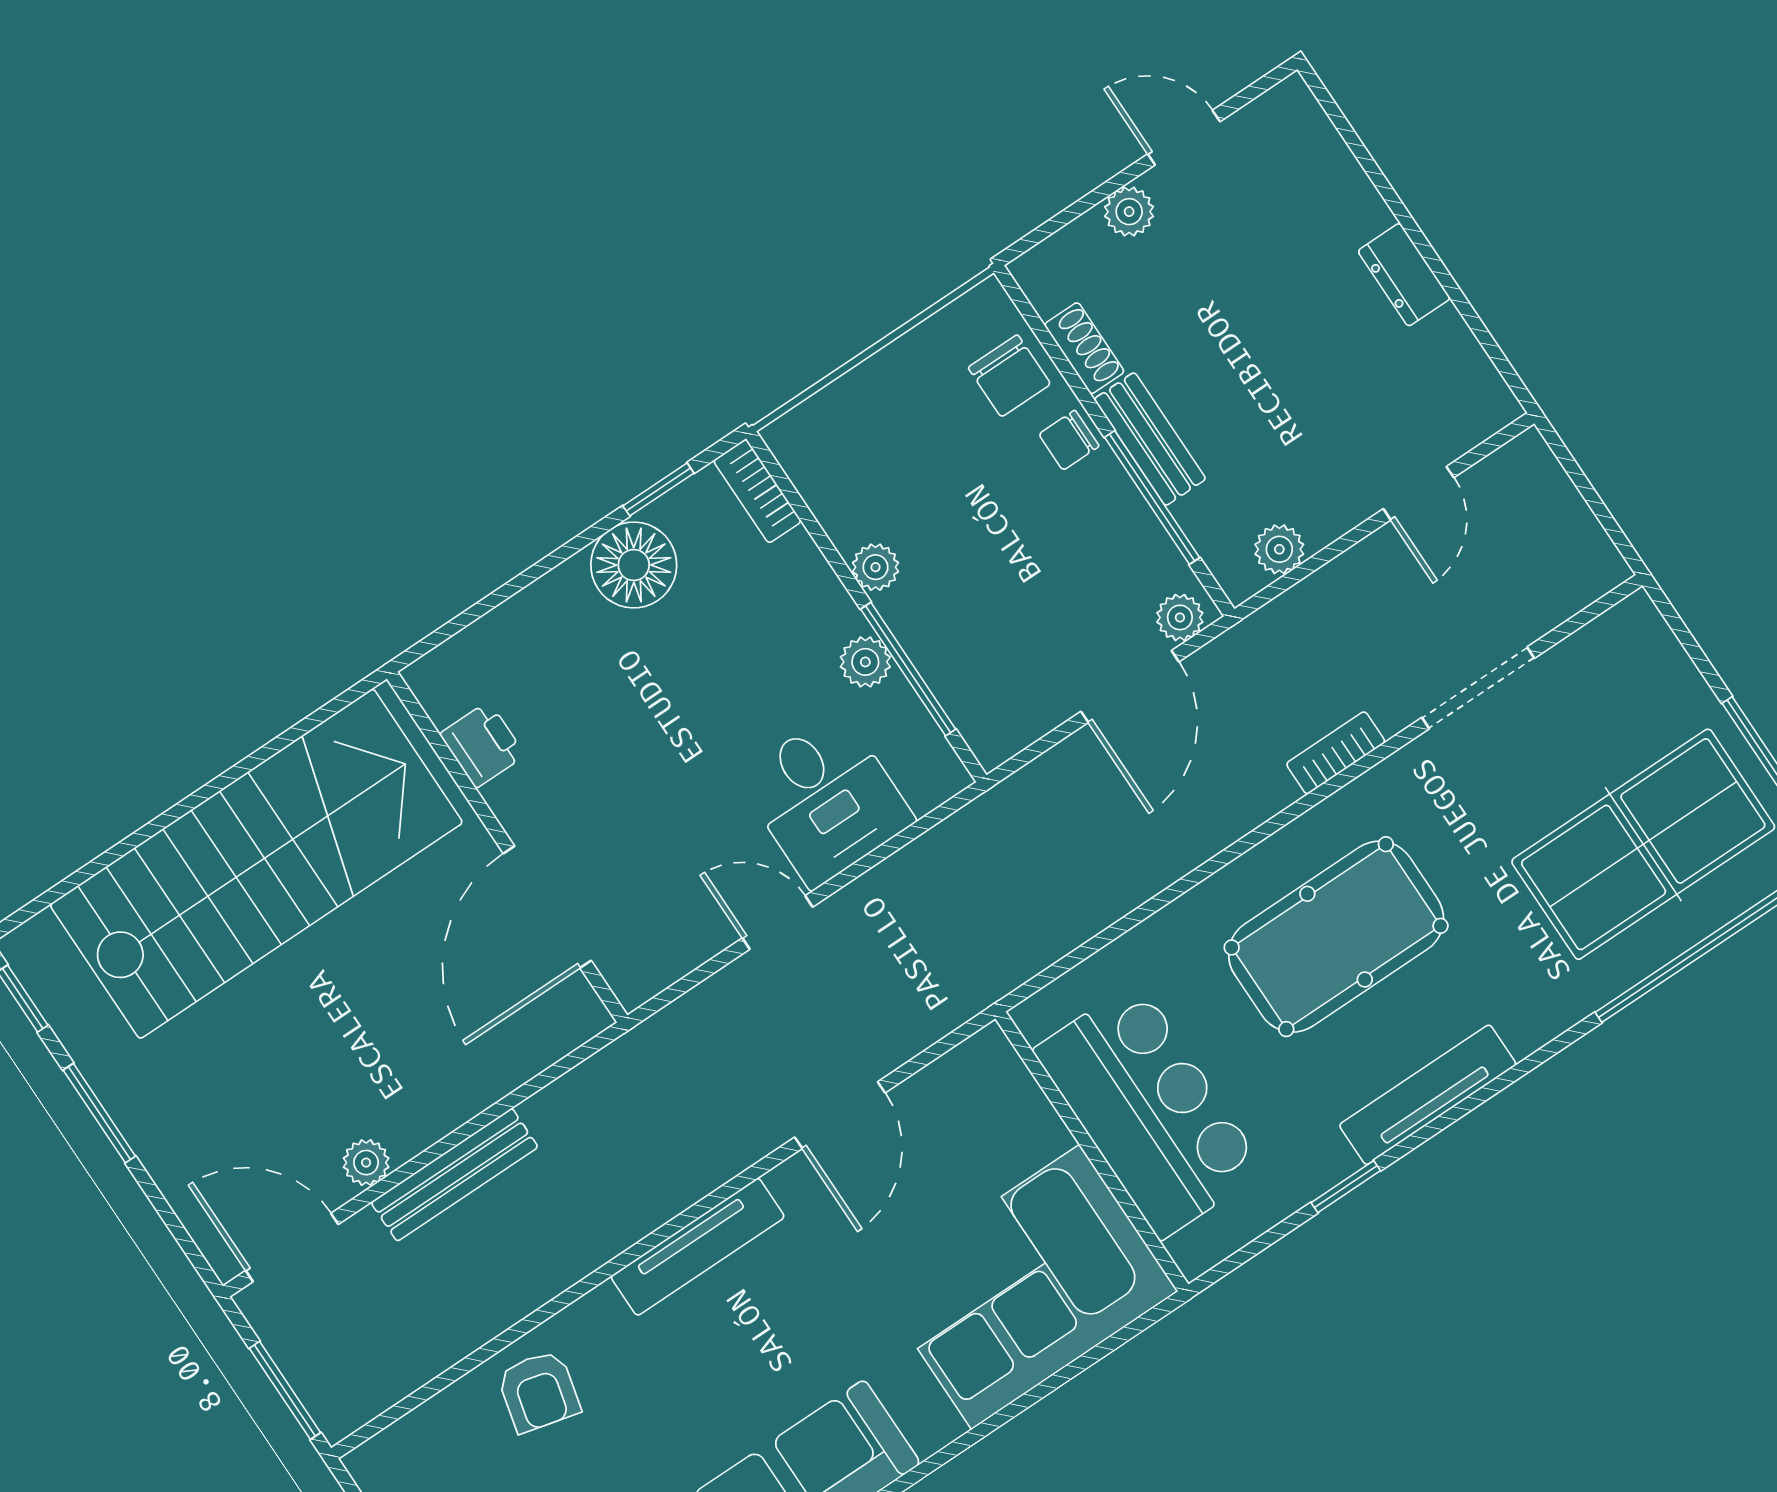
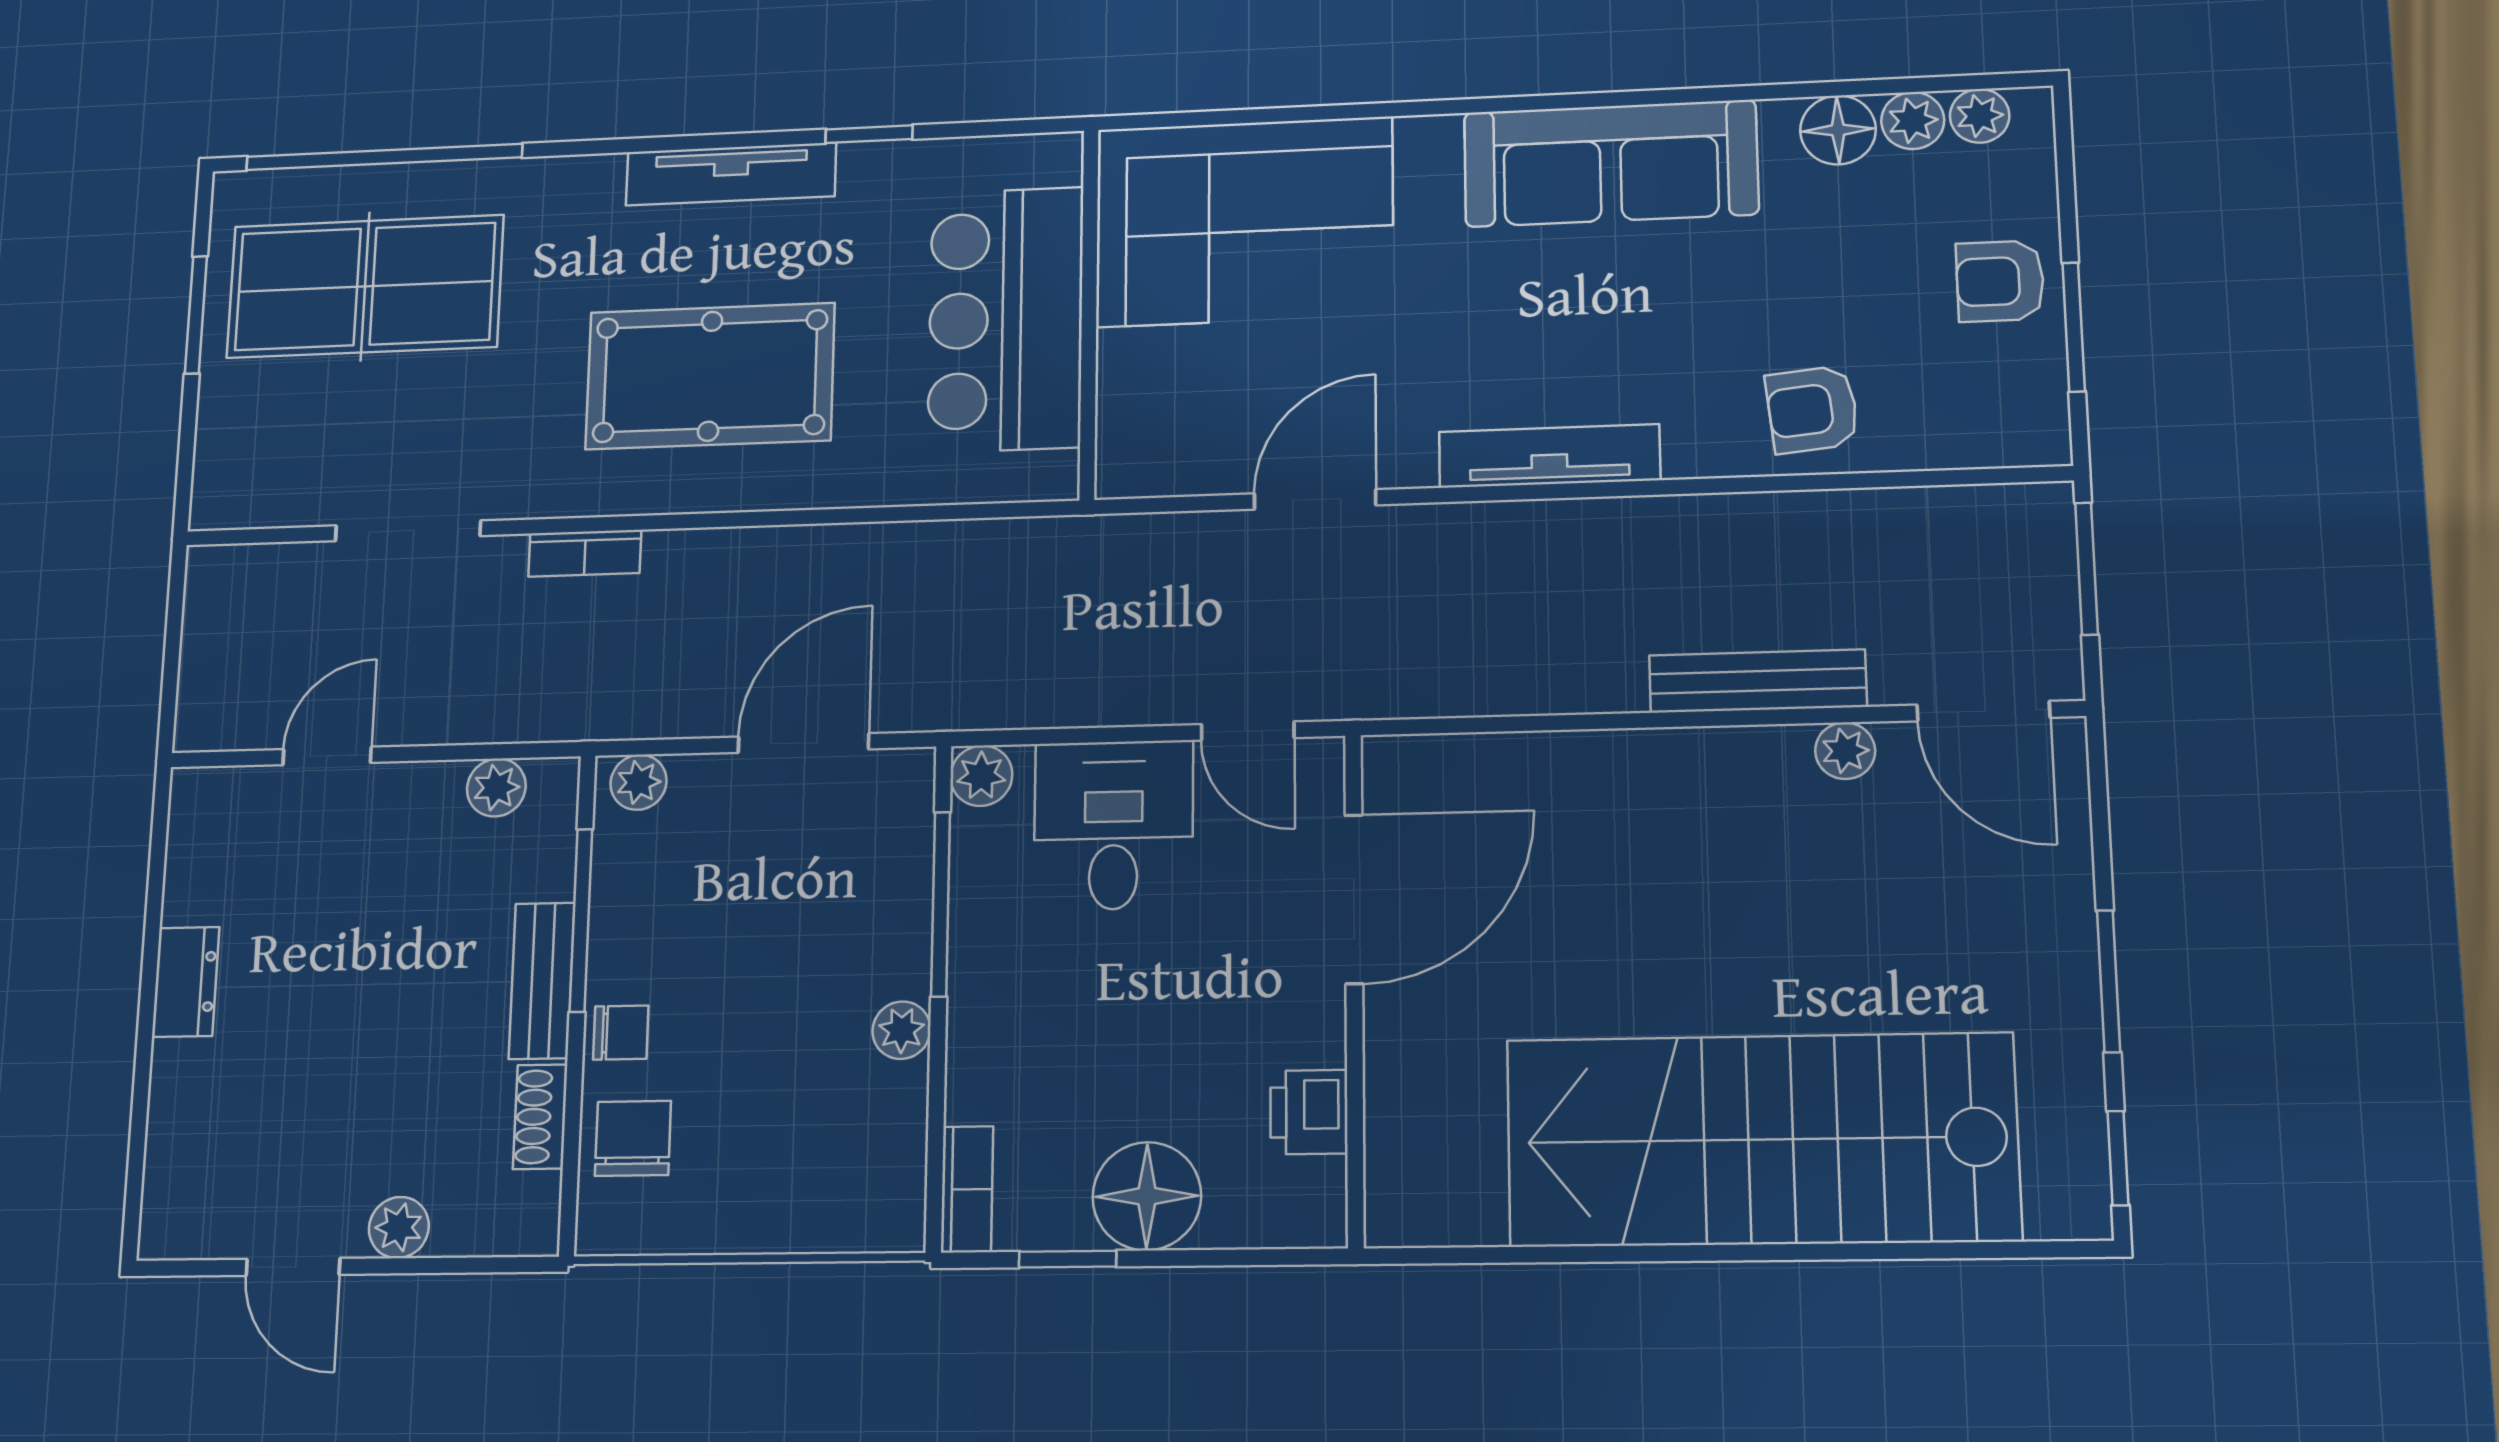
plant: (865, 662) -> (981, 776), moved
door: (1130, 687) -> (803, 743), moved
printer: (482, 745) -> (1309, 1112), moved
wall: (507, 847) -> (1354, 988), moved
door: (547, 907) -> (1354, 899), moved
armchair: (539, 1391) -> (1812, 409), turned -110

